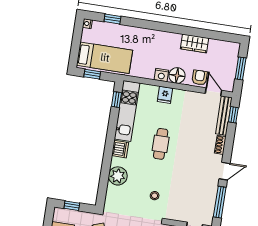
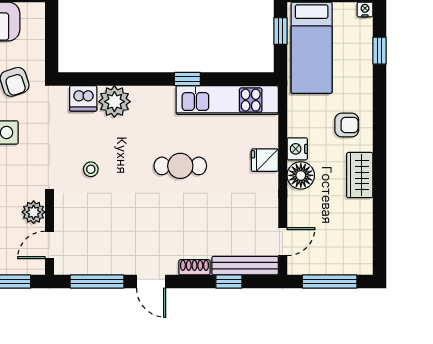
wardrobe: (194, 43) -> (360, 175), moved
window: (241, 68) -> (330, 282), width x1.44
armchair: (200, 78) -> (347, 125), moved
window: (116, 100) -> (187, 79), moved
window: (233, 115) -> (229, 282), moved
dishwasher: (120, 149) -> (83, 98), moved
window: (72, 206) -> (52, 31), removed

